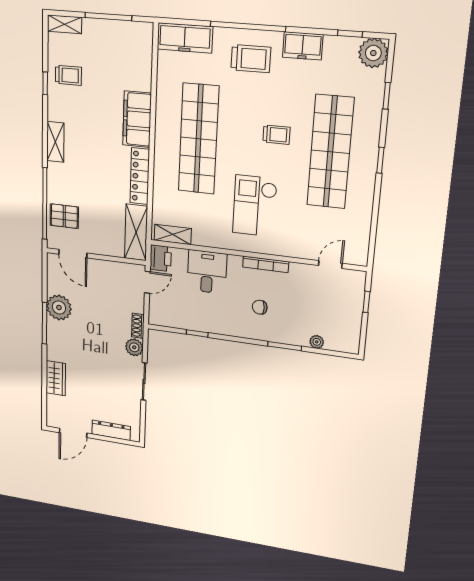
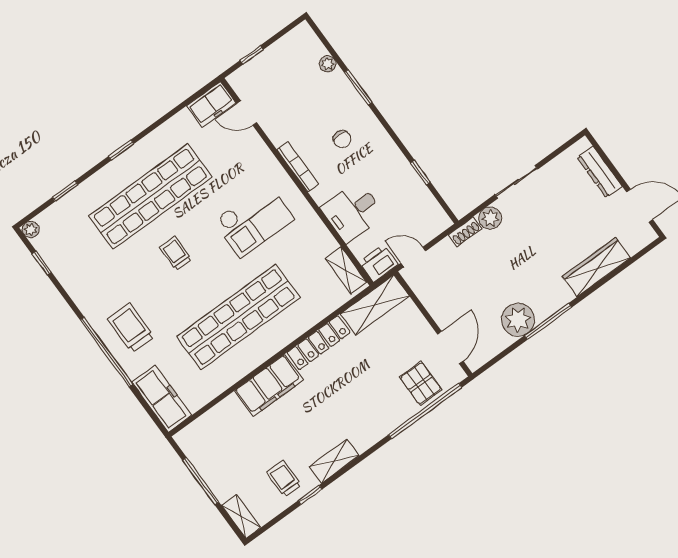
freezer: (303, 46) -> (211, 104), moved, turned 90
plant: (373, 53) -> (31, 230), width x0.53, depth x0.53
shelving: (55, 142) -> (334, 461), moved
wardrobe: (56, 378) -> (596, 267), width x1.50

